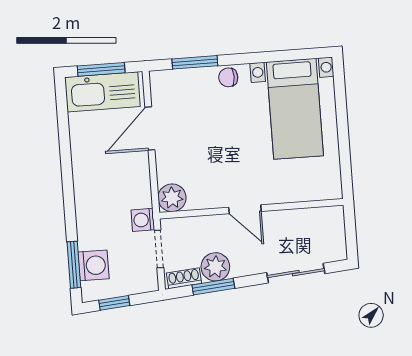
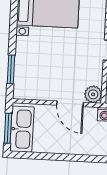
chair: (228, 77) -> (23, 50), removed
door: (150, 129) -> (70, 104), moved

